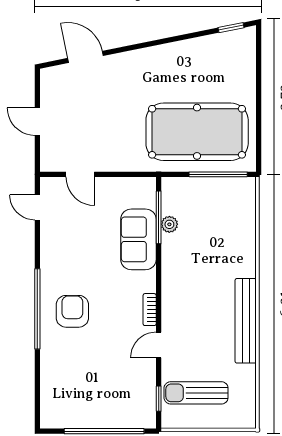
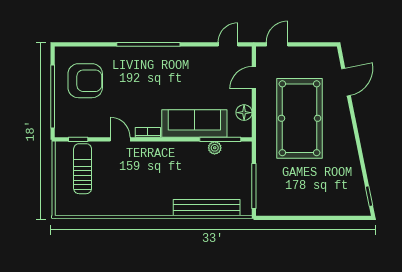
door: (37, 122) -> (277, 44), moved
pool table: (197, 132) -> (300, 118), moved
floor lamp: (124, 187) -> (244, 113), added
sofa: (138, 239) -> (194, 124), width x1.36
armchair: (72, 311) -> (85, 81), moved, width x1.36, depth x1.36
bench: (246, 321) -> (207, 208), moved

